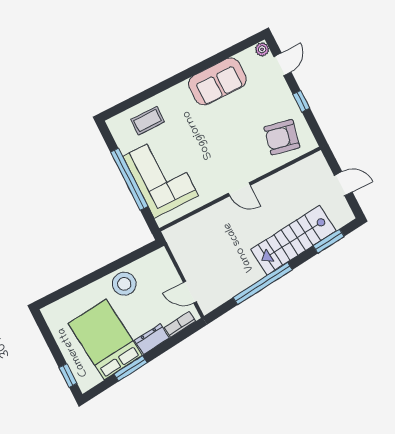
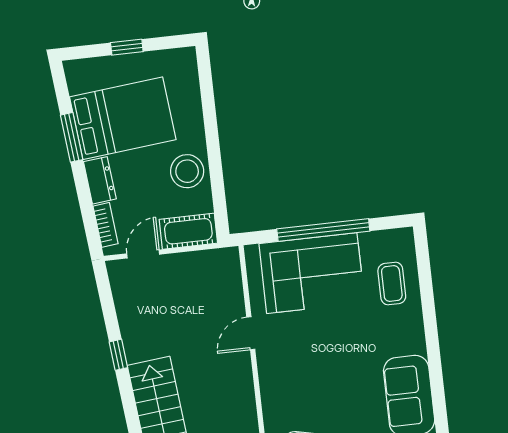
door: (239, 189) -> (251, 333), moved
cot: (164, 268) -> (188, 231), added
window: (263, 284) -> (118, 355), width x0.32
window: (68, 375) -> (127, 47), moved

